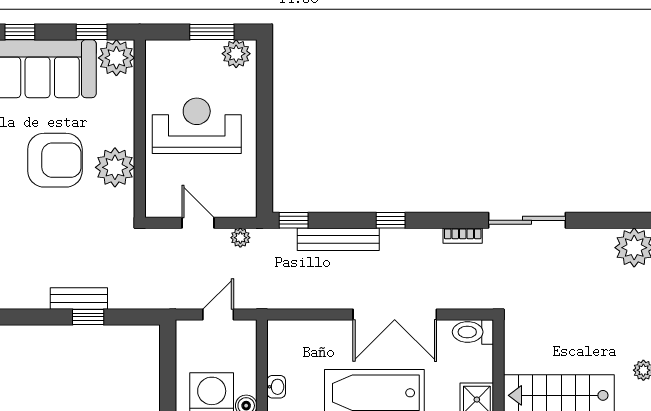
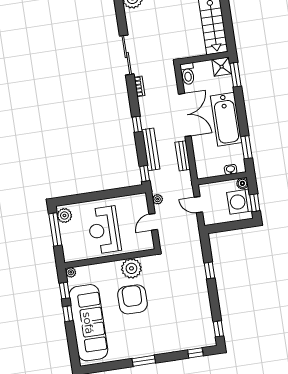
window: (20, 32) -> (68, 314), moved
window: (212, 32) -> (55, 229), width x1.44
plant: (116, 58) -> (71, 272), width x0.53, depth x0.53
bench: (79, 298) -> (183, 156), moved

